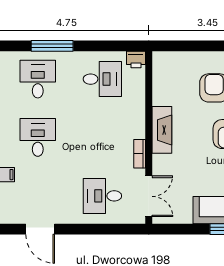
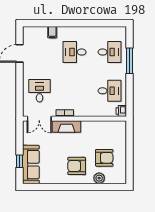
desk: (102, 79) -> (110, 91), turned -90
fireplace: (162, 130) -> (66, 126), moved
desk: (38, 137) -> (75, 52), turned 180

